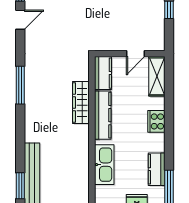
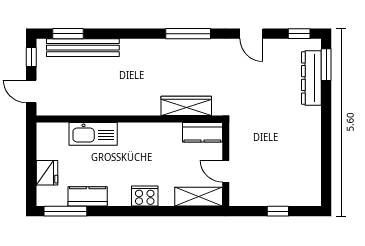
door: (20, 20) -> (251, 34), moved
wardrobe: (81, 102) -> (186, 106), moved
kitchen counter: (103, 115) -> (152, 132), removed

